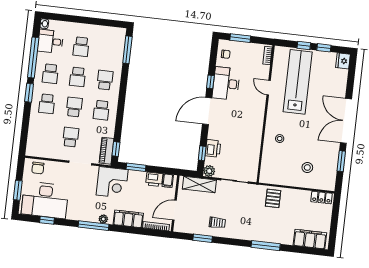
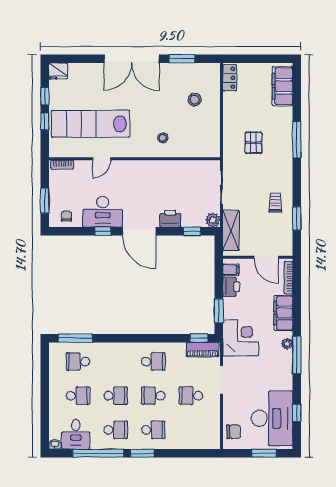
school desk: (105, 80) -> (78, 362), moved
printer: (213, 148) -> (170, 219), moved
pallet: (273, 198) -> (253, 143), moved, turned 90

